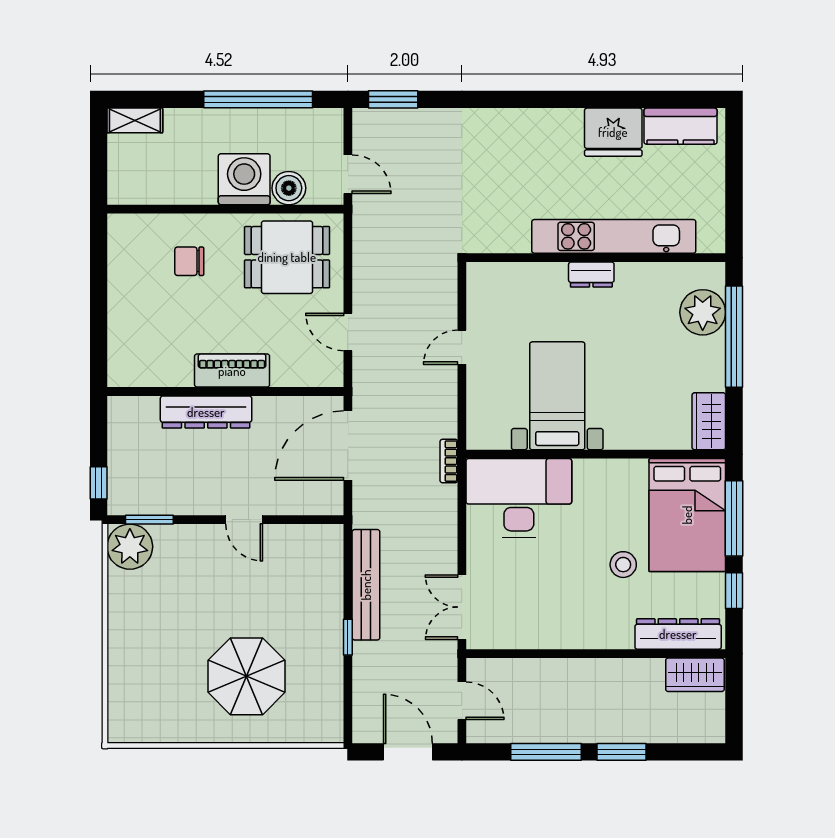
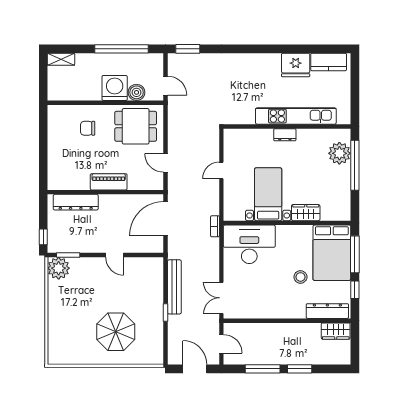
dresser: (206, 412) -> (76, 202), moved
wardrobe: (709, 421) -> (306, 213), moved, turned 90

